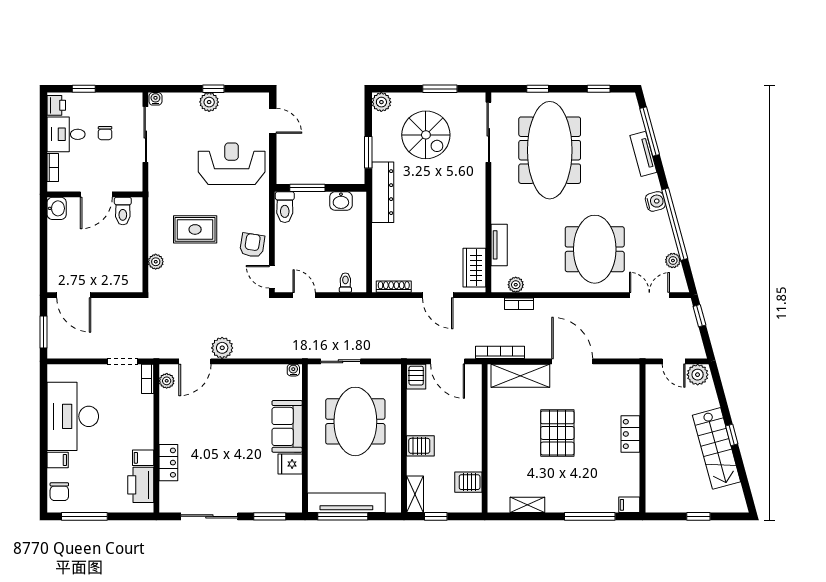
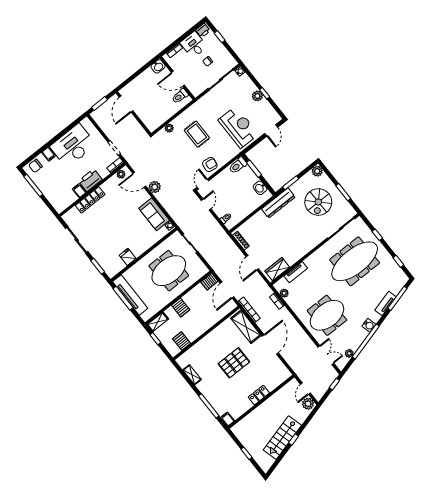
sofa: (287, 426) -> (154, 214), moved, turned -90
locker: (168, 463) -> (90, 200), width x1.53
printer: (141, 485) -> (90, 180), moved

